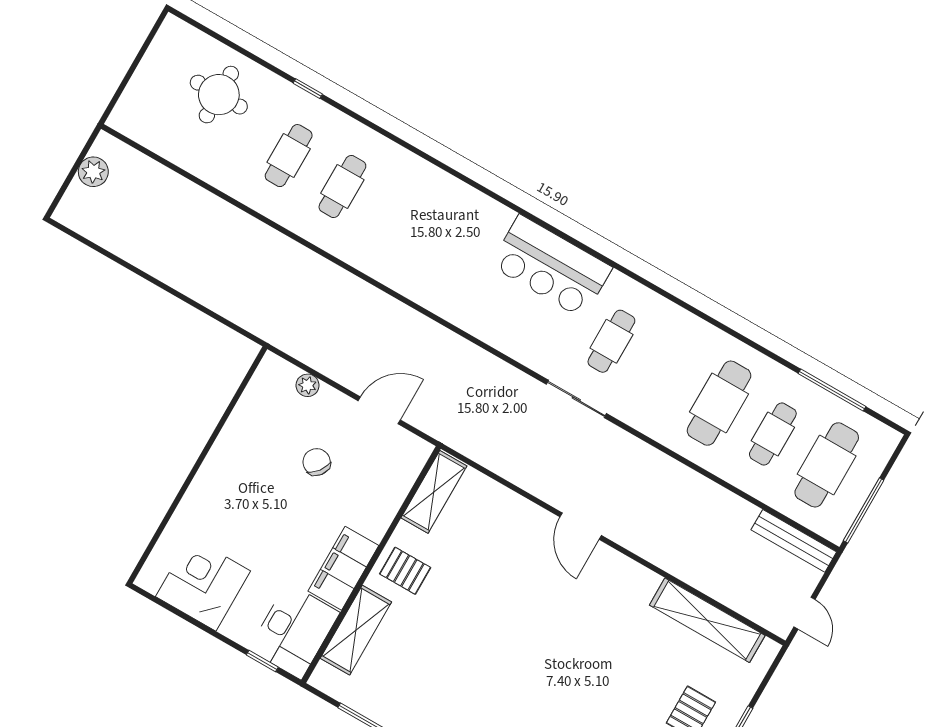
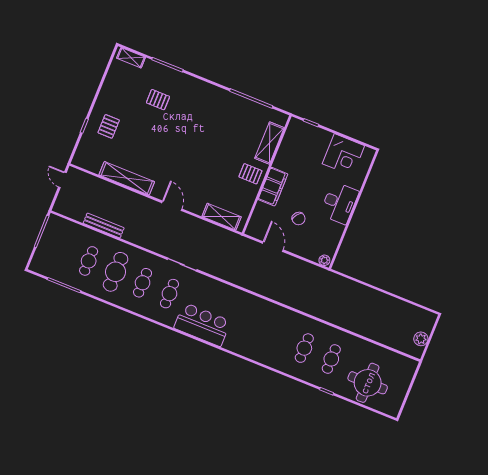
round table: (219, 95) -> (368, 383), width x1.36, depth x1.36
plant: (308, 385) -> (324, 260), moved
door: (379, 410) -> (273, 247), swing flipped
cafe table: (827, 465) -> (143, 283), moved, width x0.73, depth x0.74
shelving: (434, 492) -> (222, 217), moved, turned 90
bench: (794, 541) -> (104, 225), moved
filing cabinet: (343, 568) -> (273, 187), moved
shelving: (707, 620) -> (127, 178), moved
desk: (294, 631) -> (339, 203), moved, turned 180

